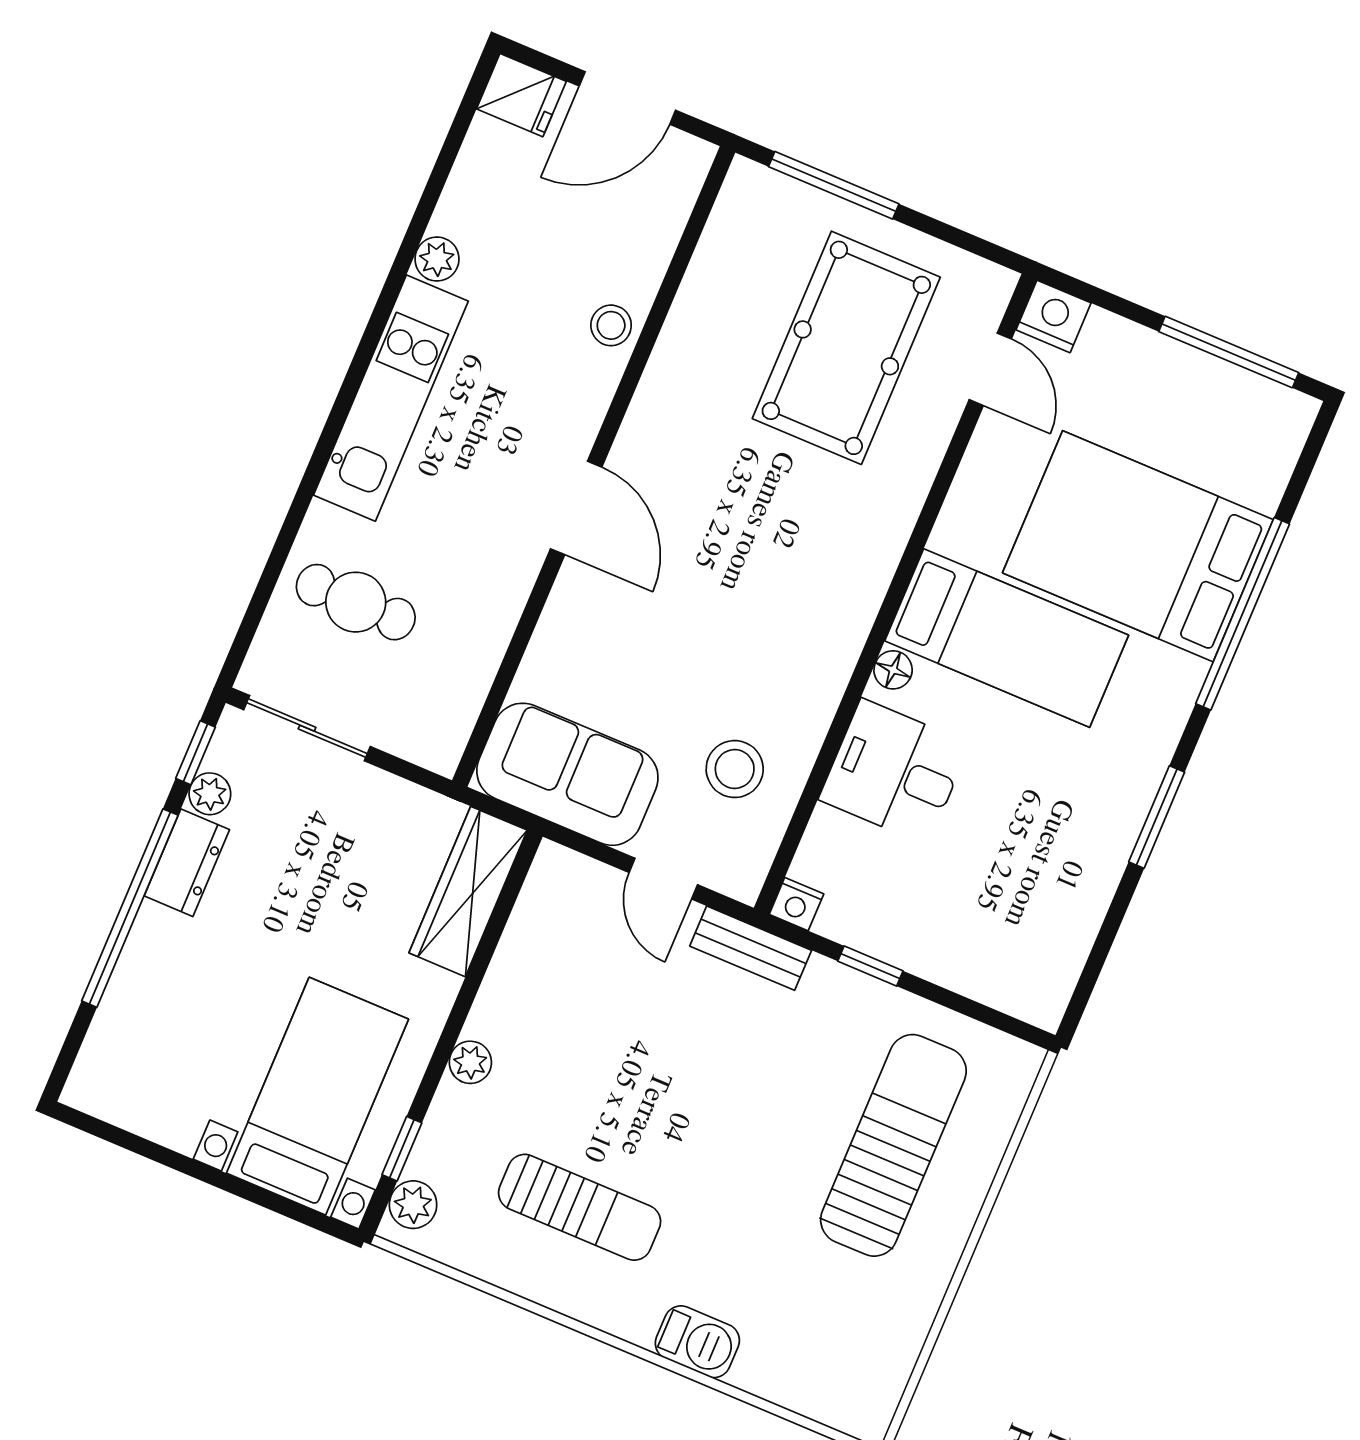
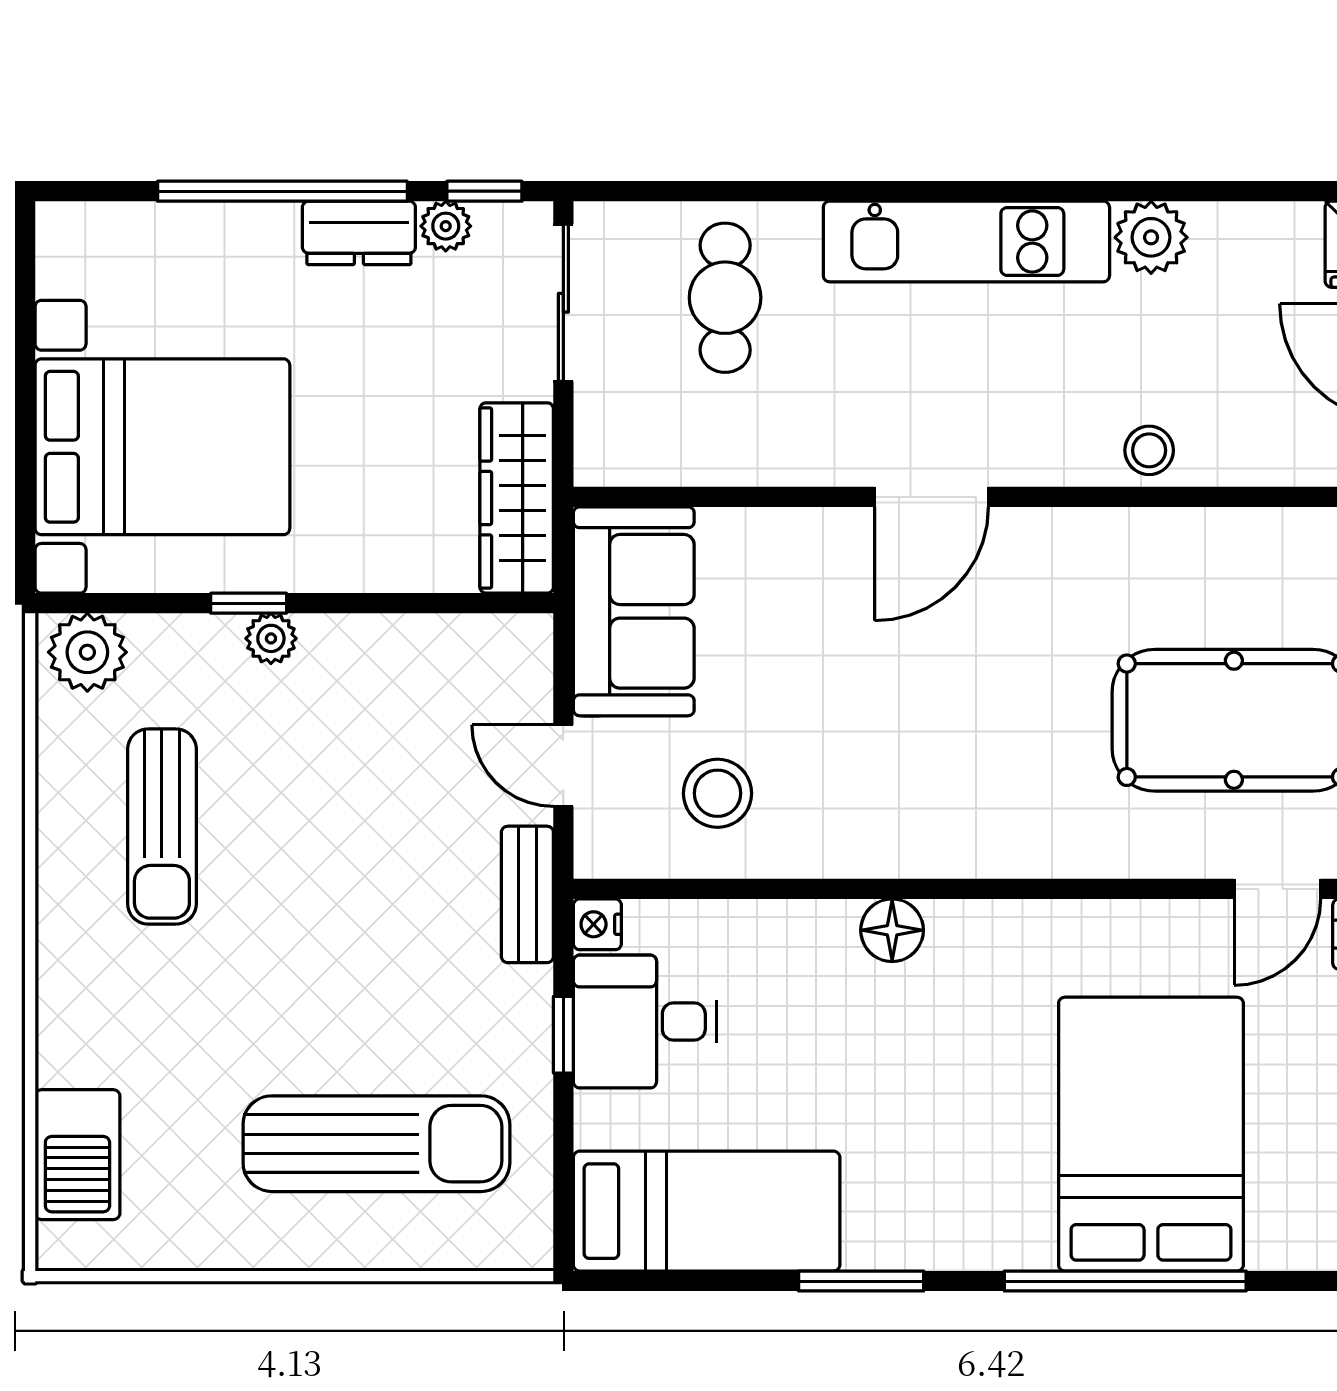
plant: (437, 259) -> (1151, 237), width x1.38, depth x1.38
bed: (1007, 638) -> (707, 1211), moved, turned -90
floor lamp: (893, 670) -> (892, 930), width x1.37, depth x1.37
desk: (894, 772) -> (645, 1022), moved, turned -90
door: (663, 879) -> (563, 766), hinge flipped
wardrobe: (468, 892) -> (517, 498), moved, turned -90
bed with nightstands: (317, 1096) -> (162, 447), width x1.36
window: (402, 1149) -> (249, 603), moved
plant: (413, 1205) -> (87, 652), width x1.38, depth x1.38
barbecue: (697, 1342) -> (77, 1155), moved, width x1.38, depth x1.27

